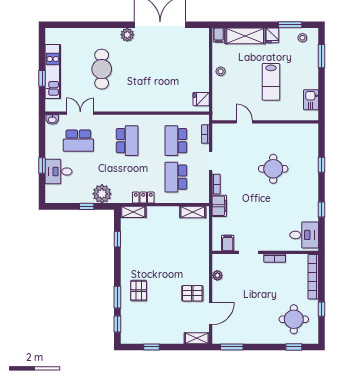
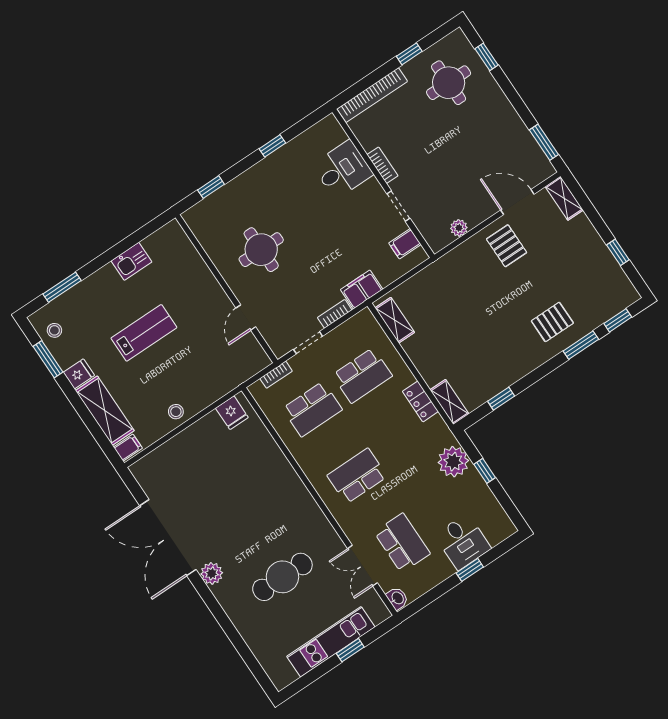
door: (244, 122) -> (246, 317), moved
wall: (265, 122) -> (226, 289), moved
desk: (304, 235) -> (343, 170), moved, turned 90

